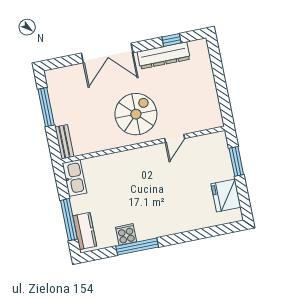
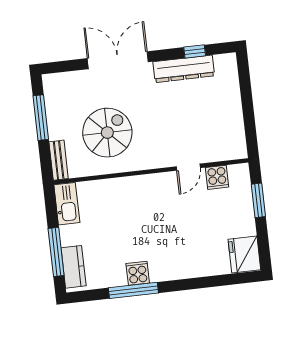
double door: (107, 53) -> (118, 60), swing flipped
spiral stairs: (136, 114) -> (107, 133), moved
cooker: (200, 145) -> (217, 177), added
fridge: (226, 196) -> (244, 254), moved
cooker: (126, 234) -> (138, 273), moved

